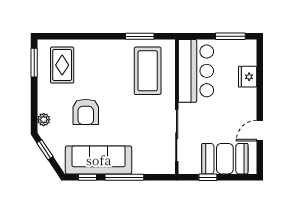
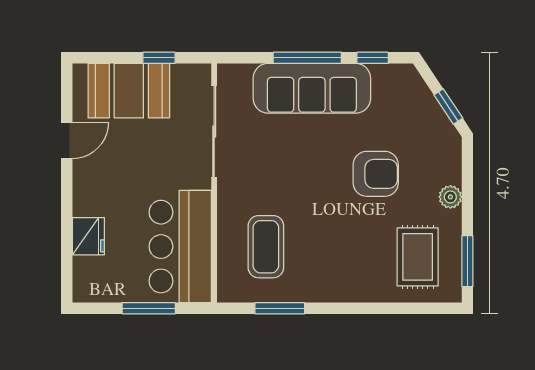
window: (230, 36) -> (149, 308), moved
coffee table: (148, 71) -> (266, 247), width x0.73, depth x0.76
armchair: (86, 112) -> (376, 174), turned 90
plant: (44, 120) -> (450, 197), moved
sofa: (99, 160) -> (312, 88), moved

